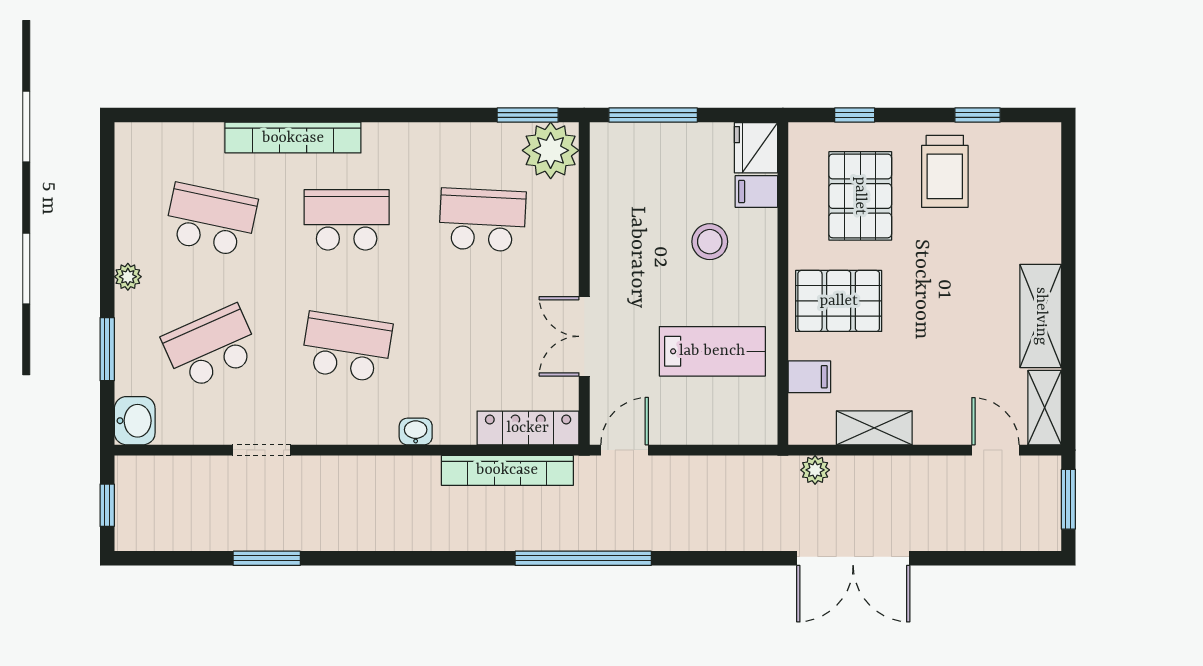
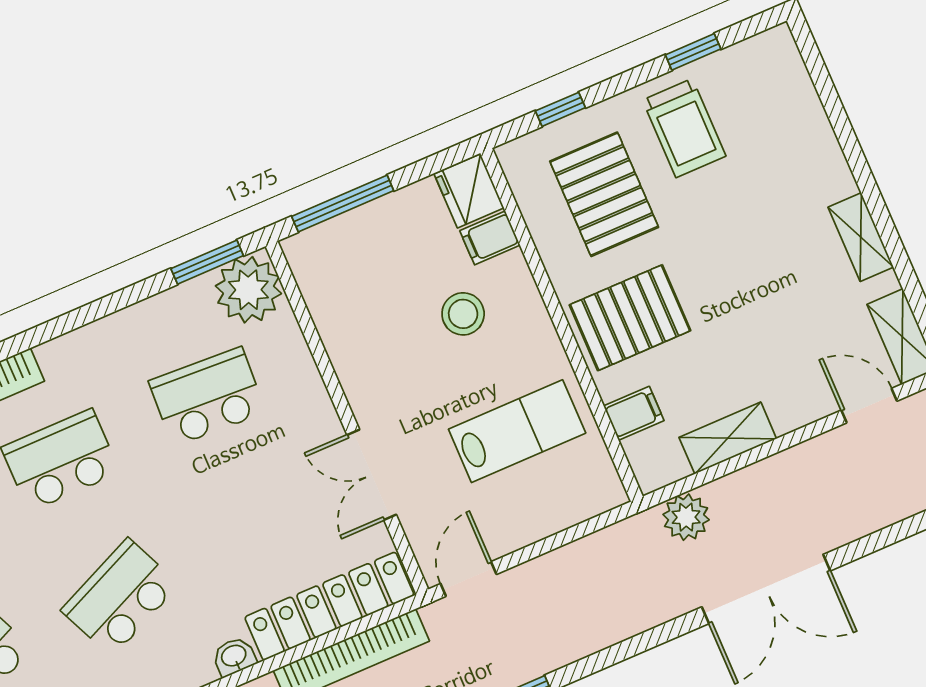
shelving: (1041, 316) -> (861, 237), width x0.67, depth x0.75
school desk: (347, 347) -> (120, 598), turned -33
locker: (528, 428) -> (329, 606), width x1.41, depth x1.21
plant: (815, 470) -> (686, 517), width x1.38, depth x1.38

